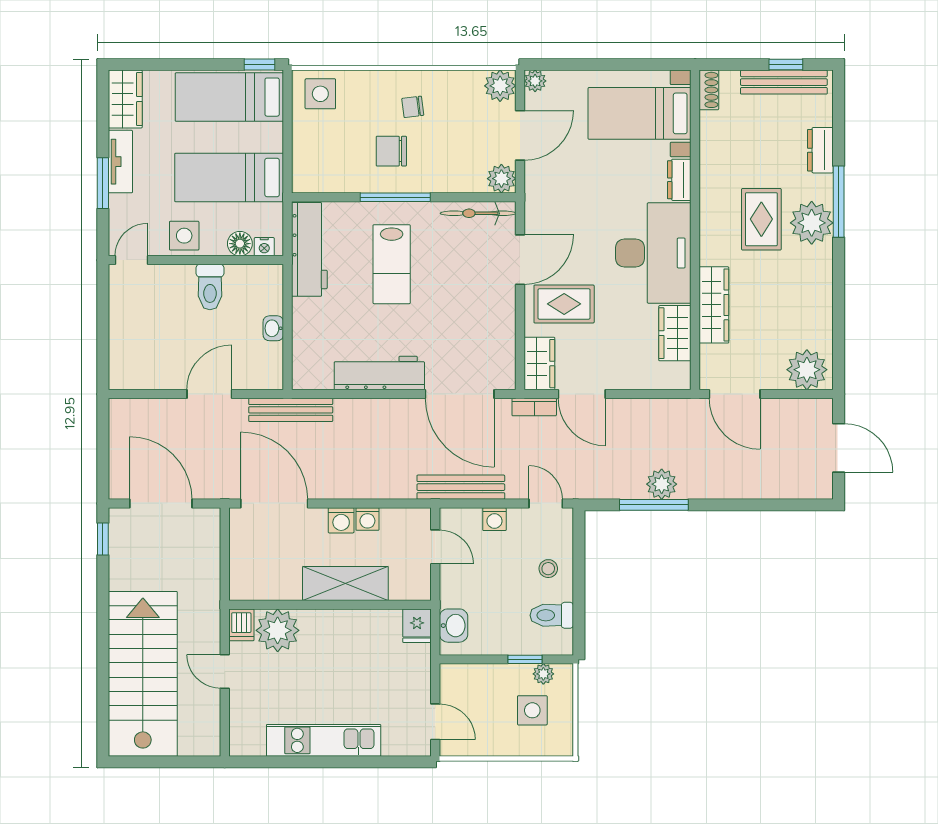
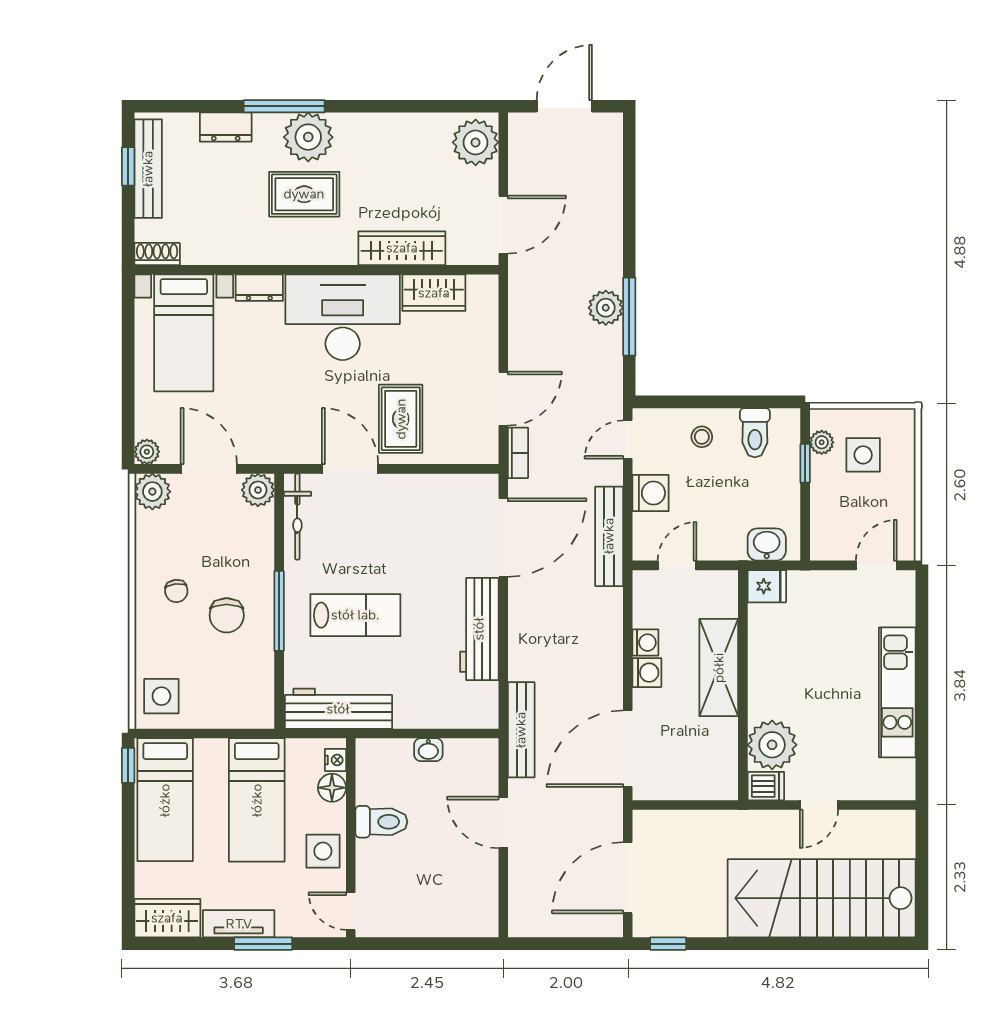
wardrobe: (539, 364) -> (468, 447), removed
washing machine: (494, 519) -> (651, 493), width x1.38, depth x1.38

